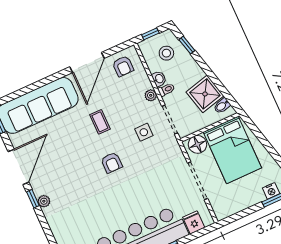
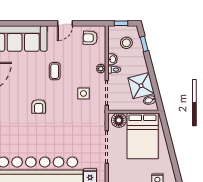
door: (87, 63) -> (65, 23), width x0.53
armchair: (123, 66) -> (90, 38), turned 93
armchair: (112, 163) -> (39, 106), moved

